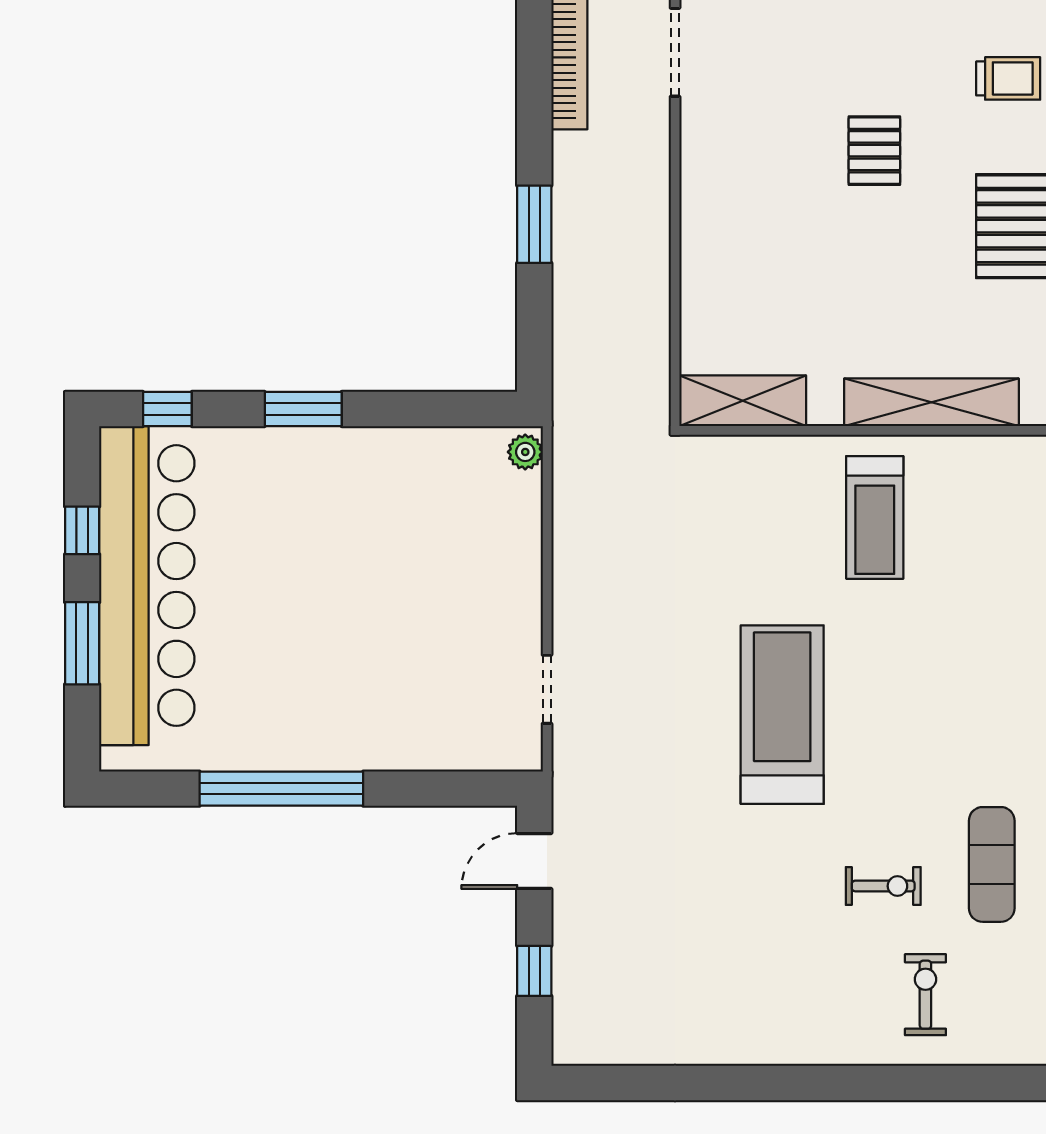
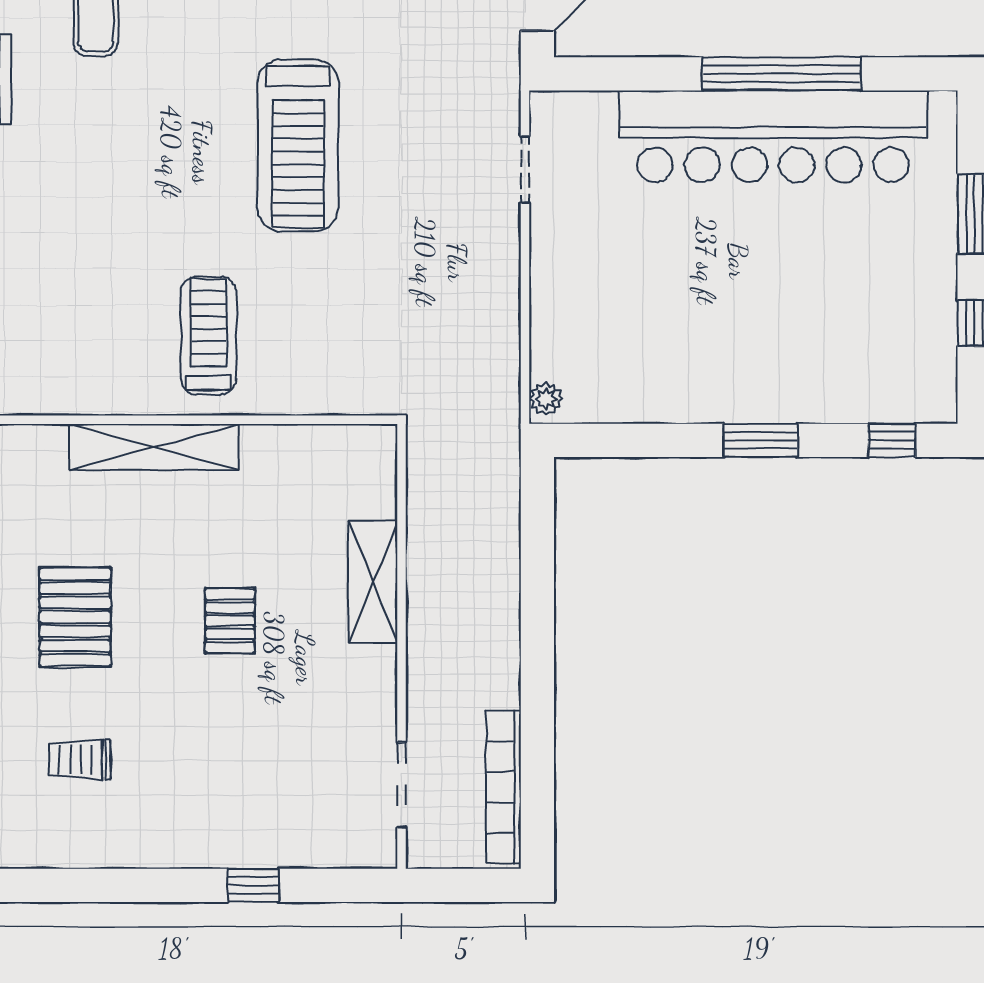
pallet: (874, 151) -> (230, 621), moved
window: (534, 224) -> (537, 619), removed
shelving: (743, 401) -> (373, 582), moved, turned 90
bar counter: (147, 586) -> (773, 136), moved, turned -90

